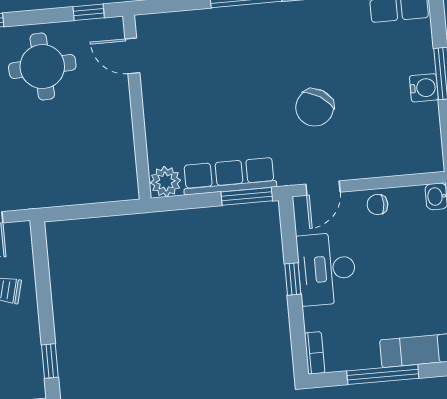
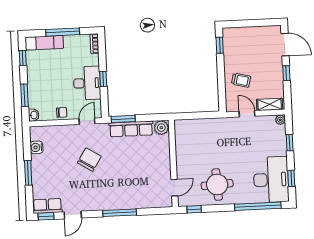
door: (132, 56) -> (174, 188), hinge flipped
water cooler: (424, 88) -> (36, 147), moved

